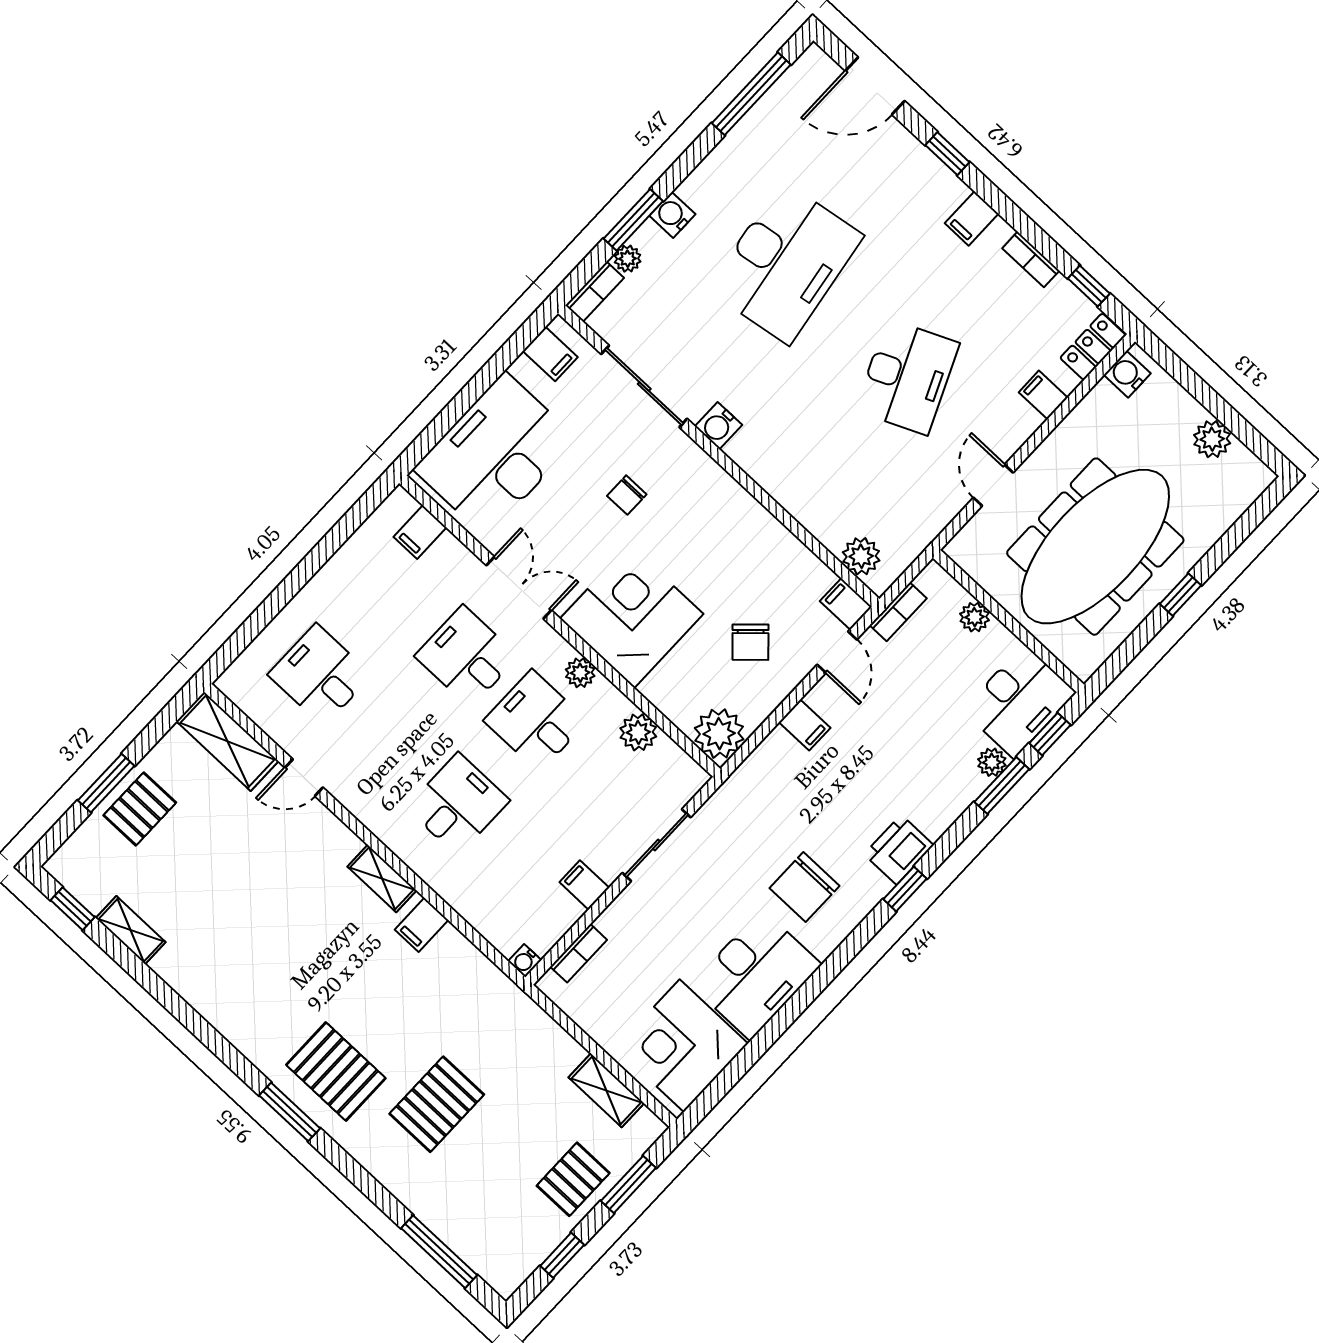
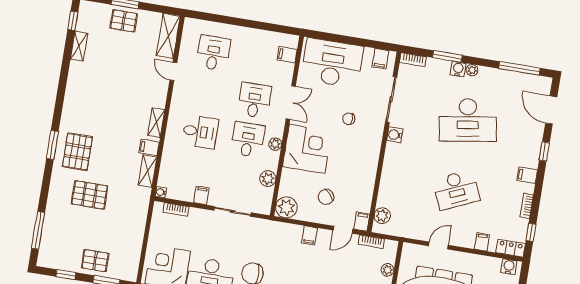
plant: (628, 259) -> (472, 70), moved
shelving: (606, 1090) -> (148, 171), moved

